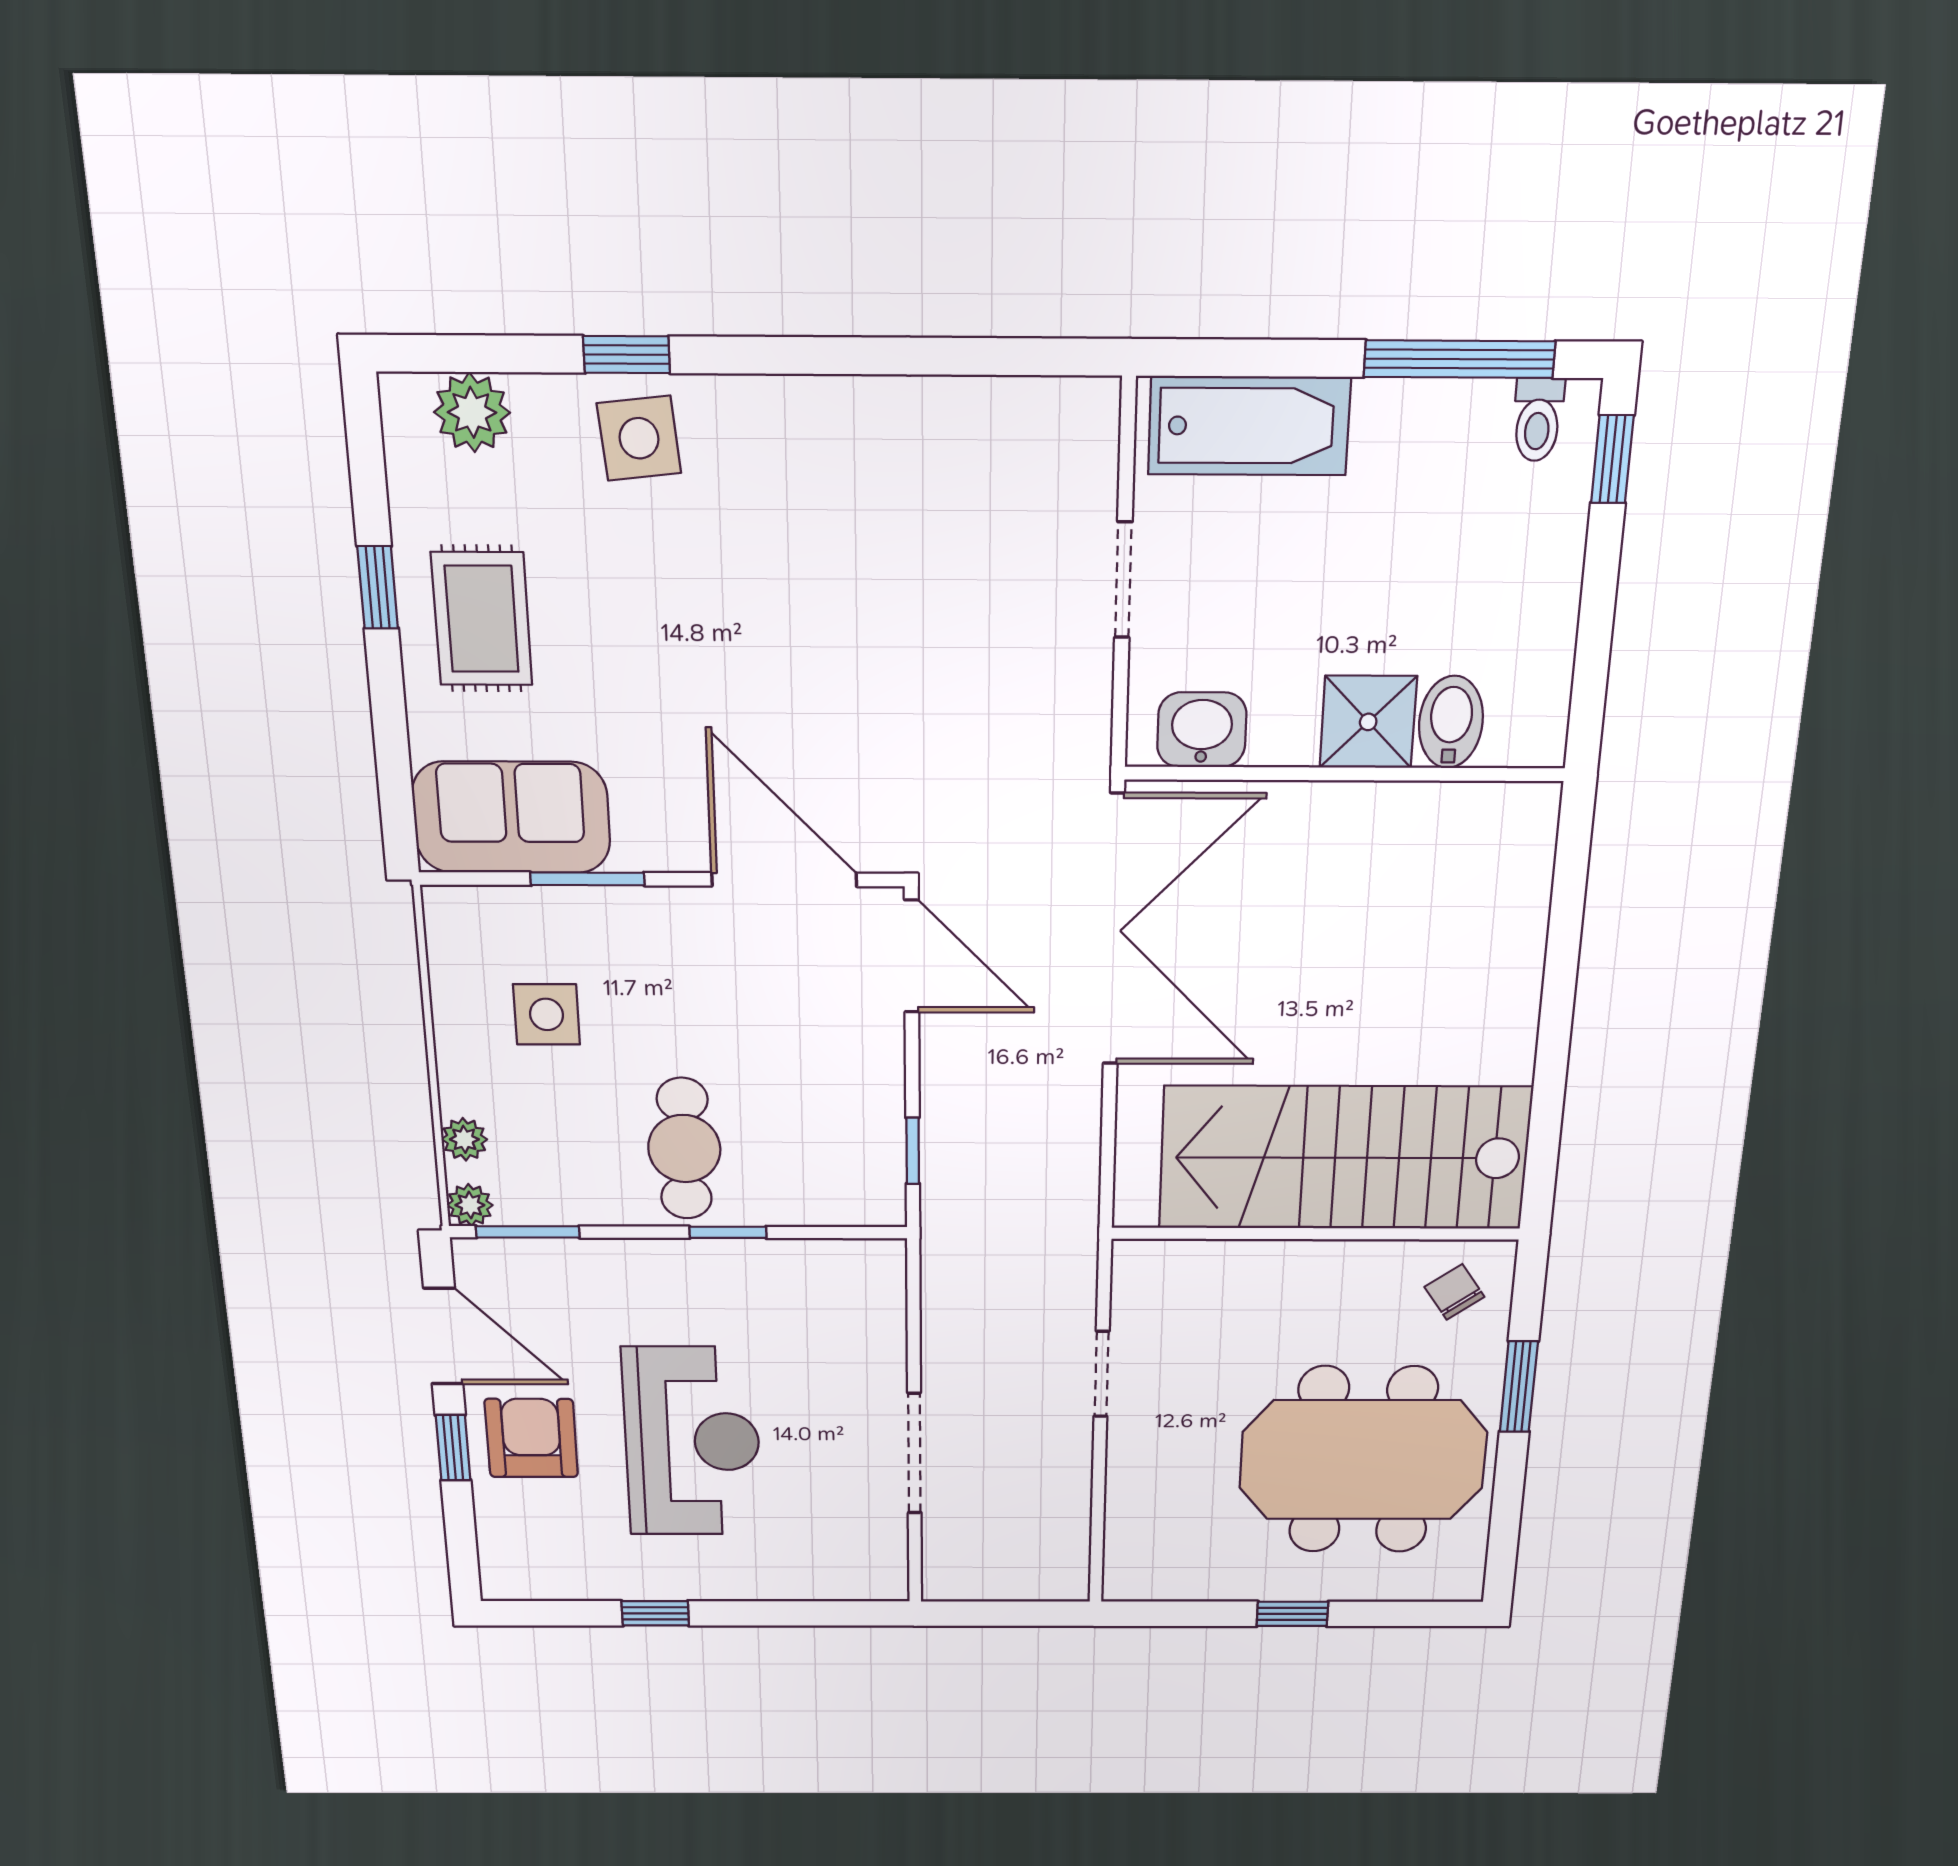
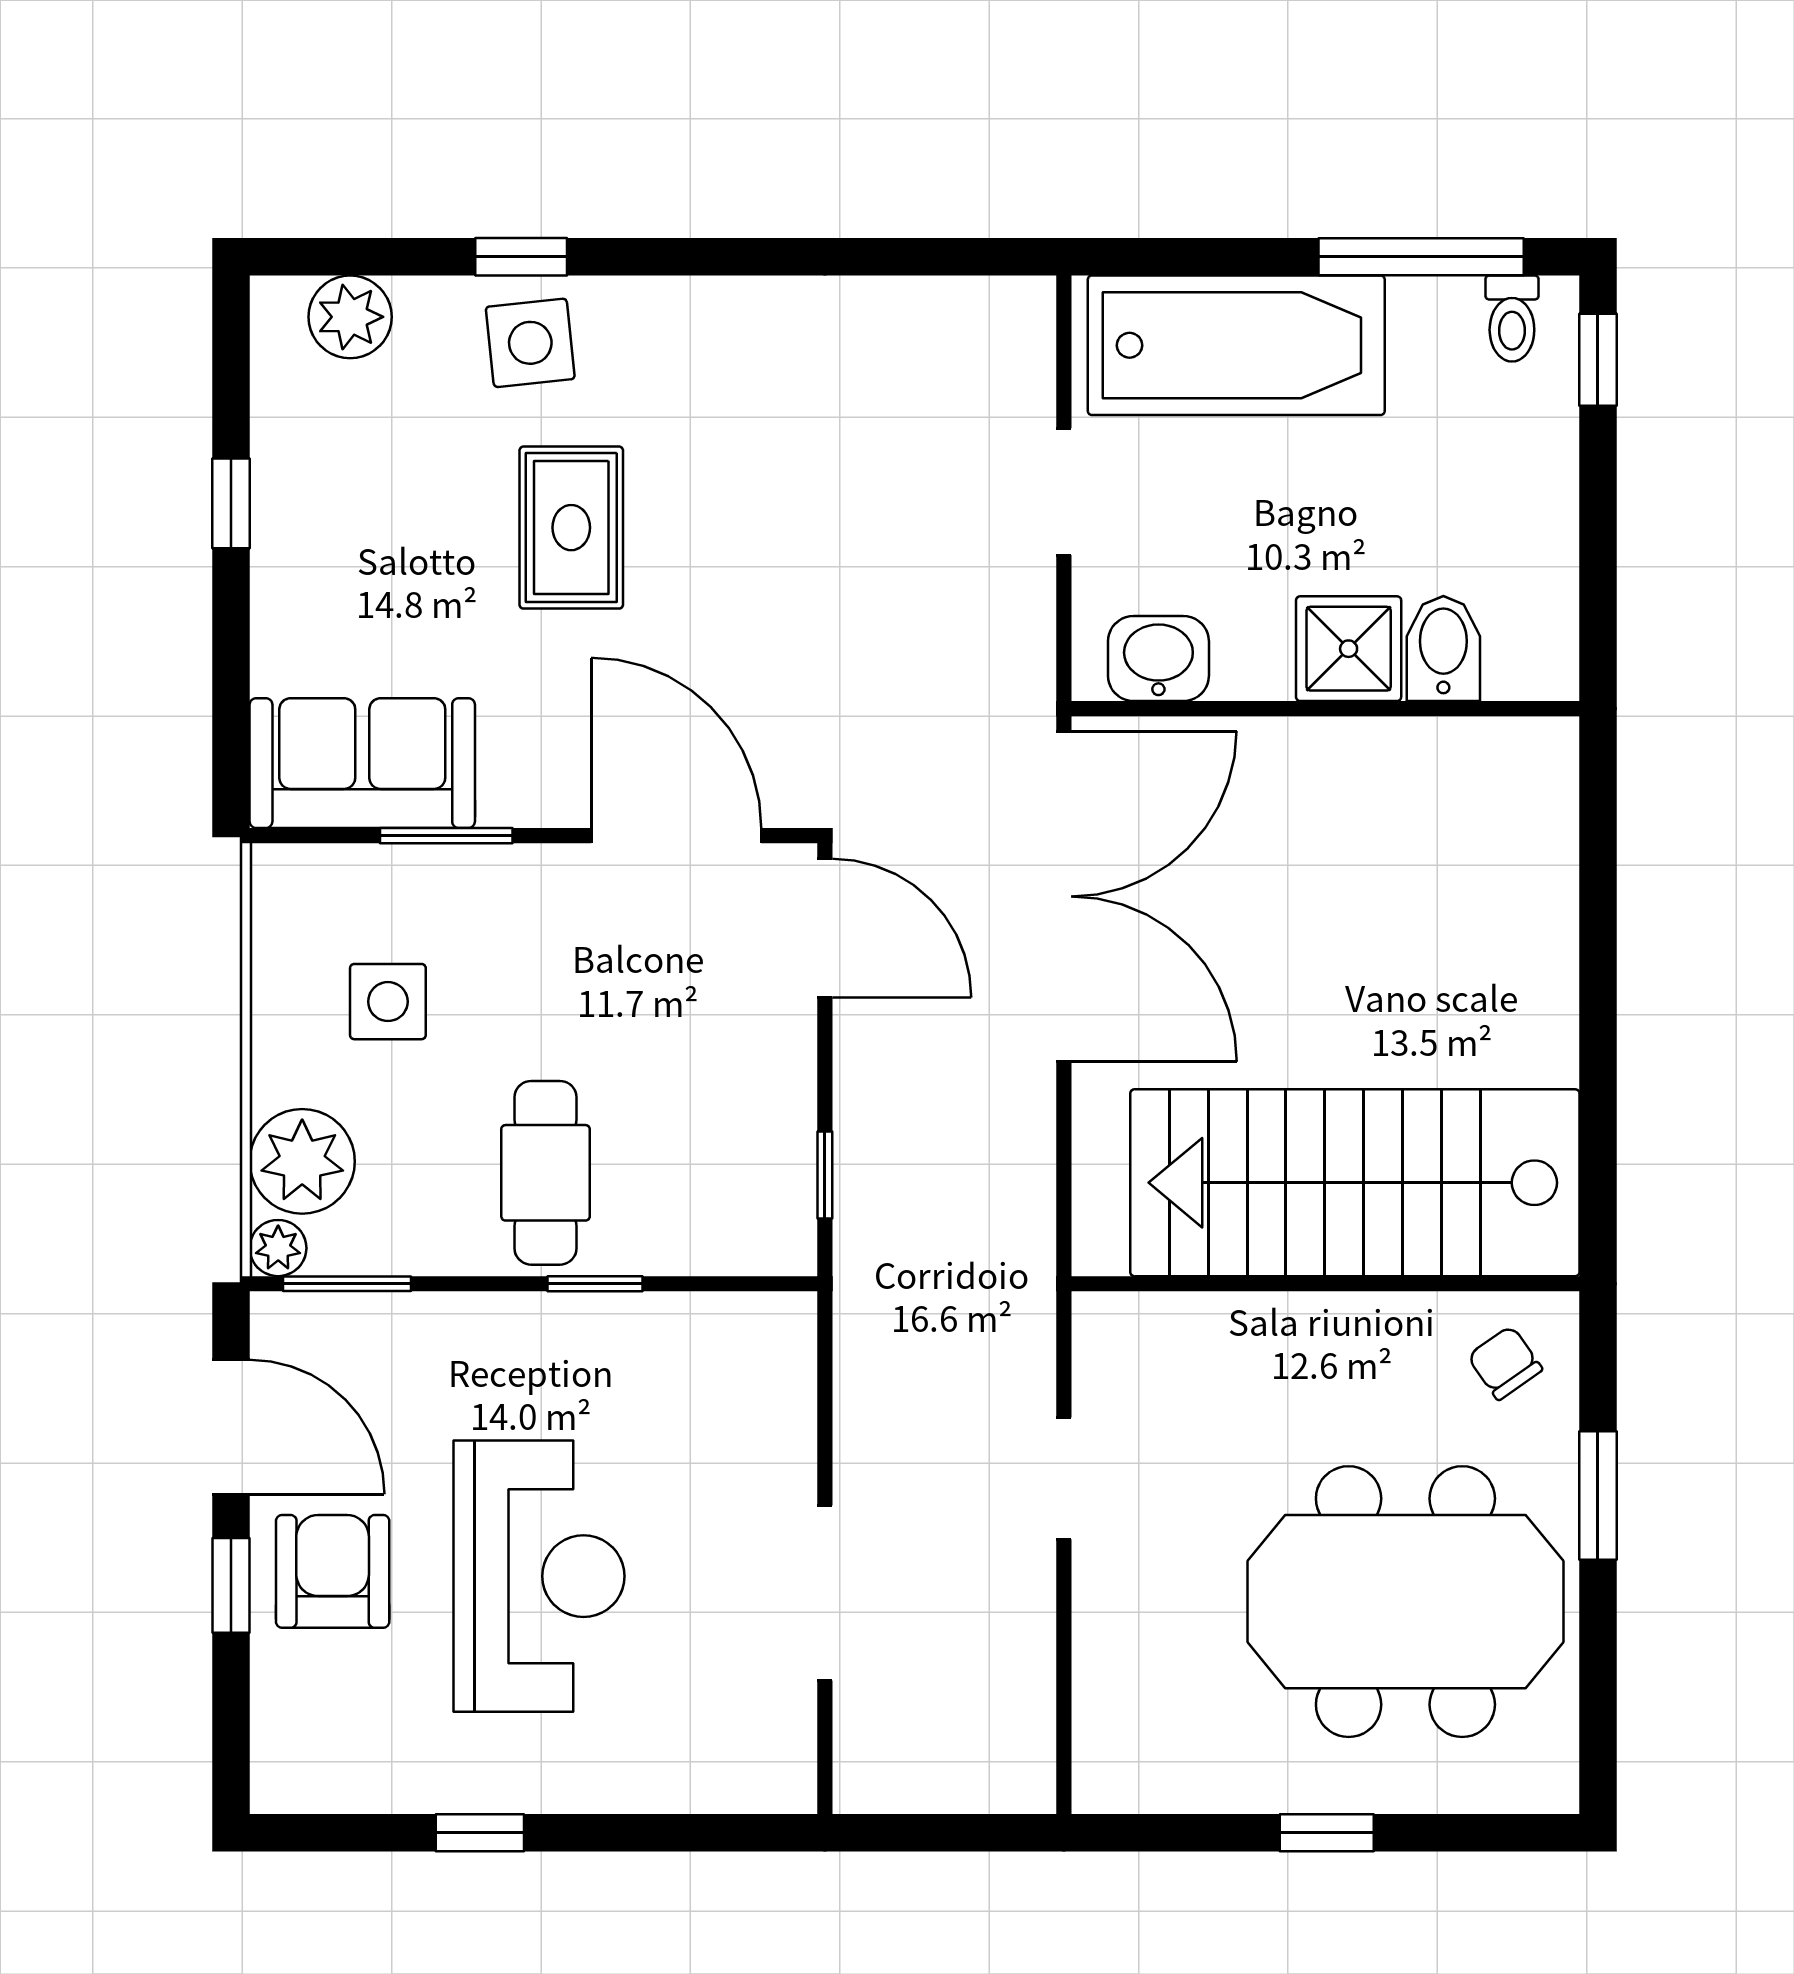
bathtub: (1249, 426) -> (1236, 345), width x1.36, depth x1.36
rug: (482, 619) -> (571, 528), moved
plant: (464, 1139) -> (302, 1161), width x1.87, depth x1.87

